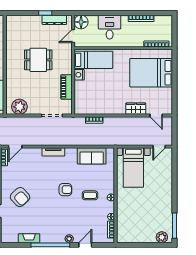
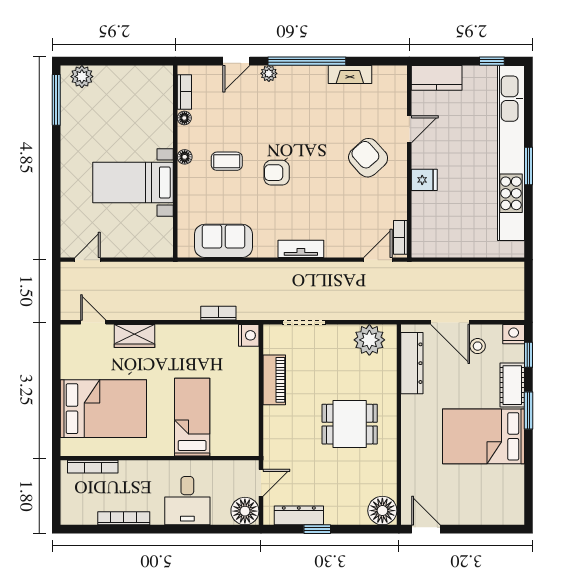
floor lamp: (13, 22) -> (382, 511), added
dining table: (38, 60) -> (350, 424), moved
bed: (93, 60) -> (192, 417), moved, turned 90
nightstand: (79, 75) -> (249, 335), moved
bed with nightstands: (133, 167) -> (133, 182), moved, turned -90

